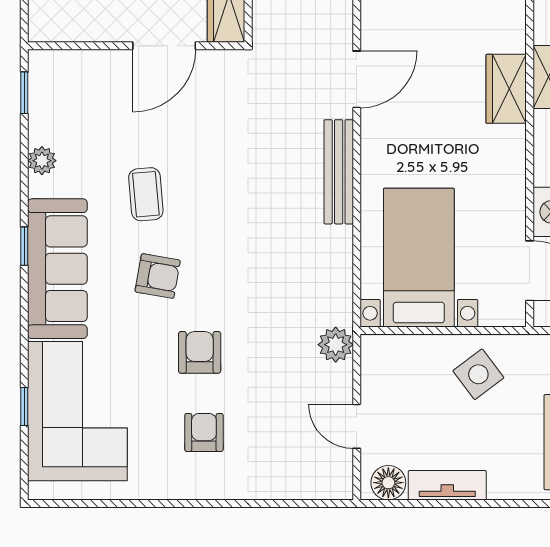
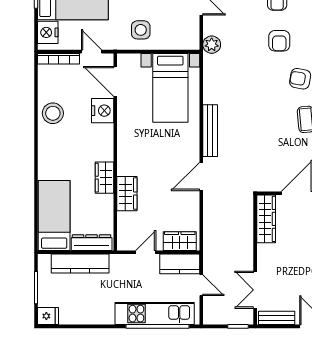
wardrobe: (506, 89) -> (127, 194), moved
side table: (478, 374) -> (141, 30), turned 37

